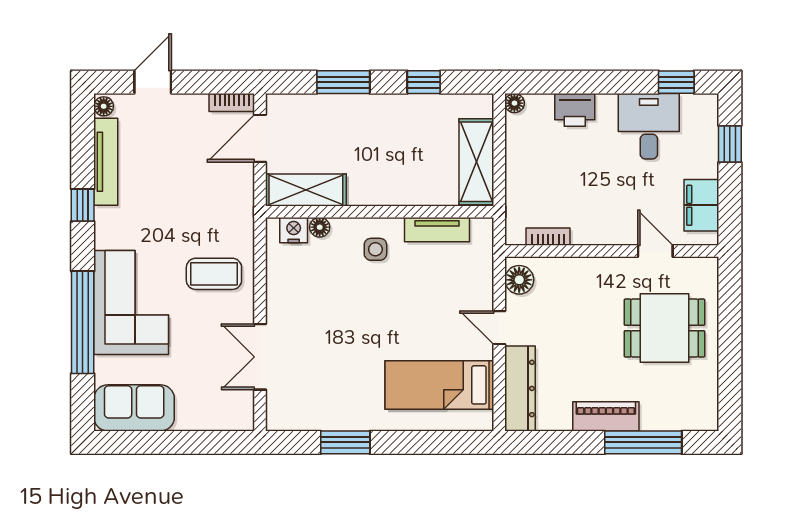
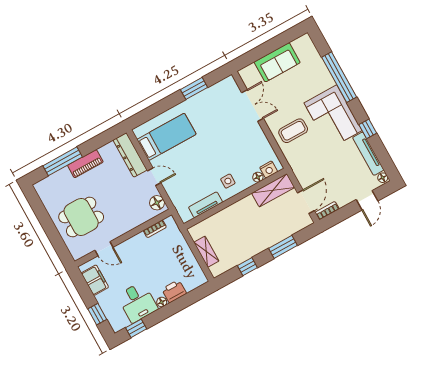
floor lamp: (514, 103) -> (162, 302), moved
shelving: (476, 162) -> (206, 252), width x0.67, depth x0.75
corner sofa: (131, 302) -> (333, 117), moved
sofa: (134, 408) -> (277, 62), moved

